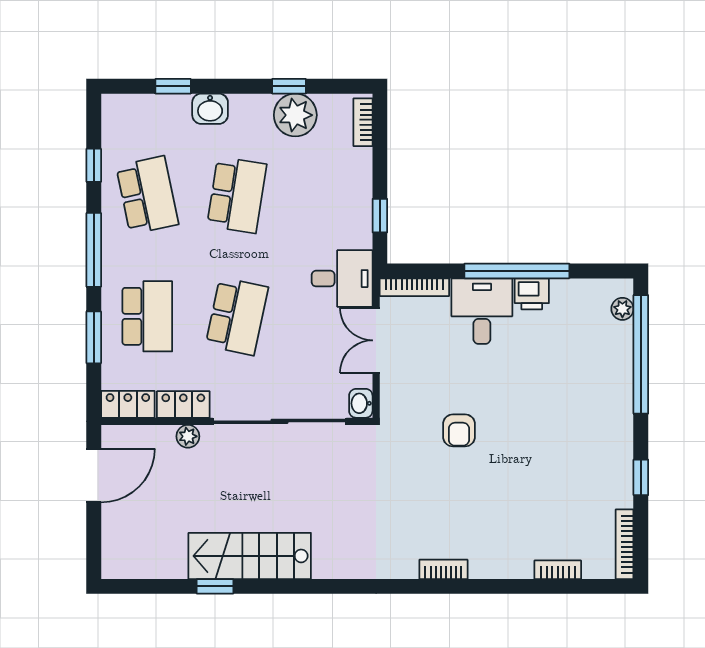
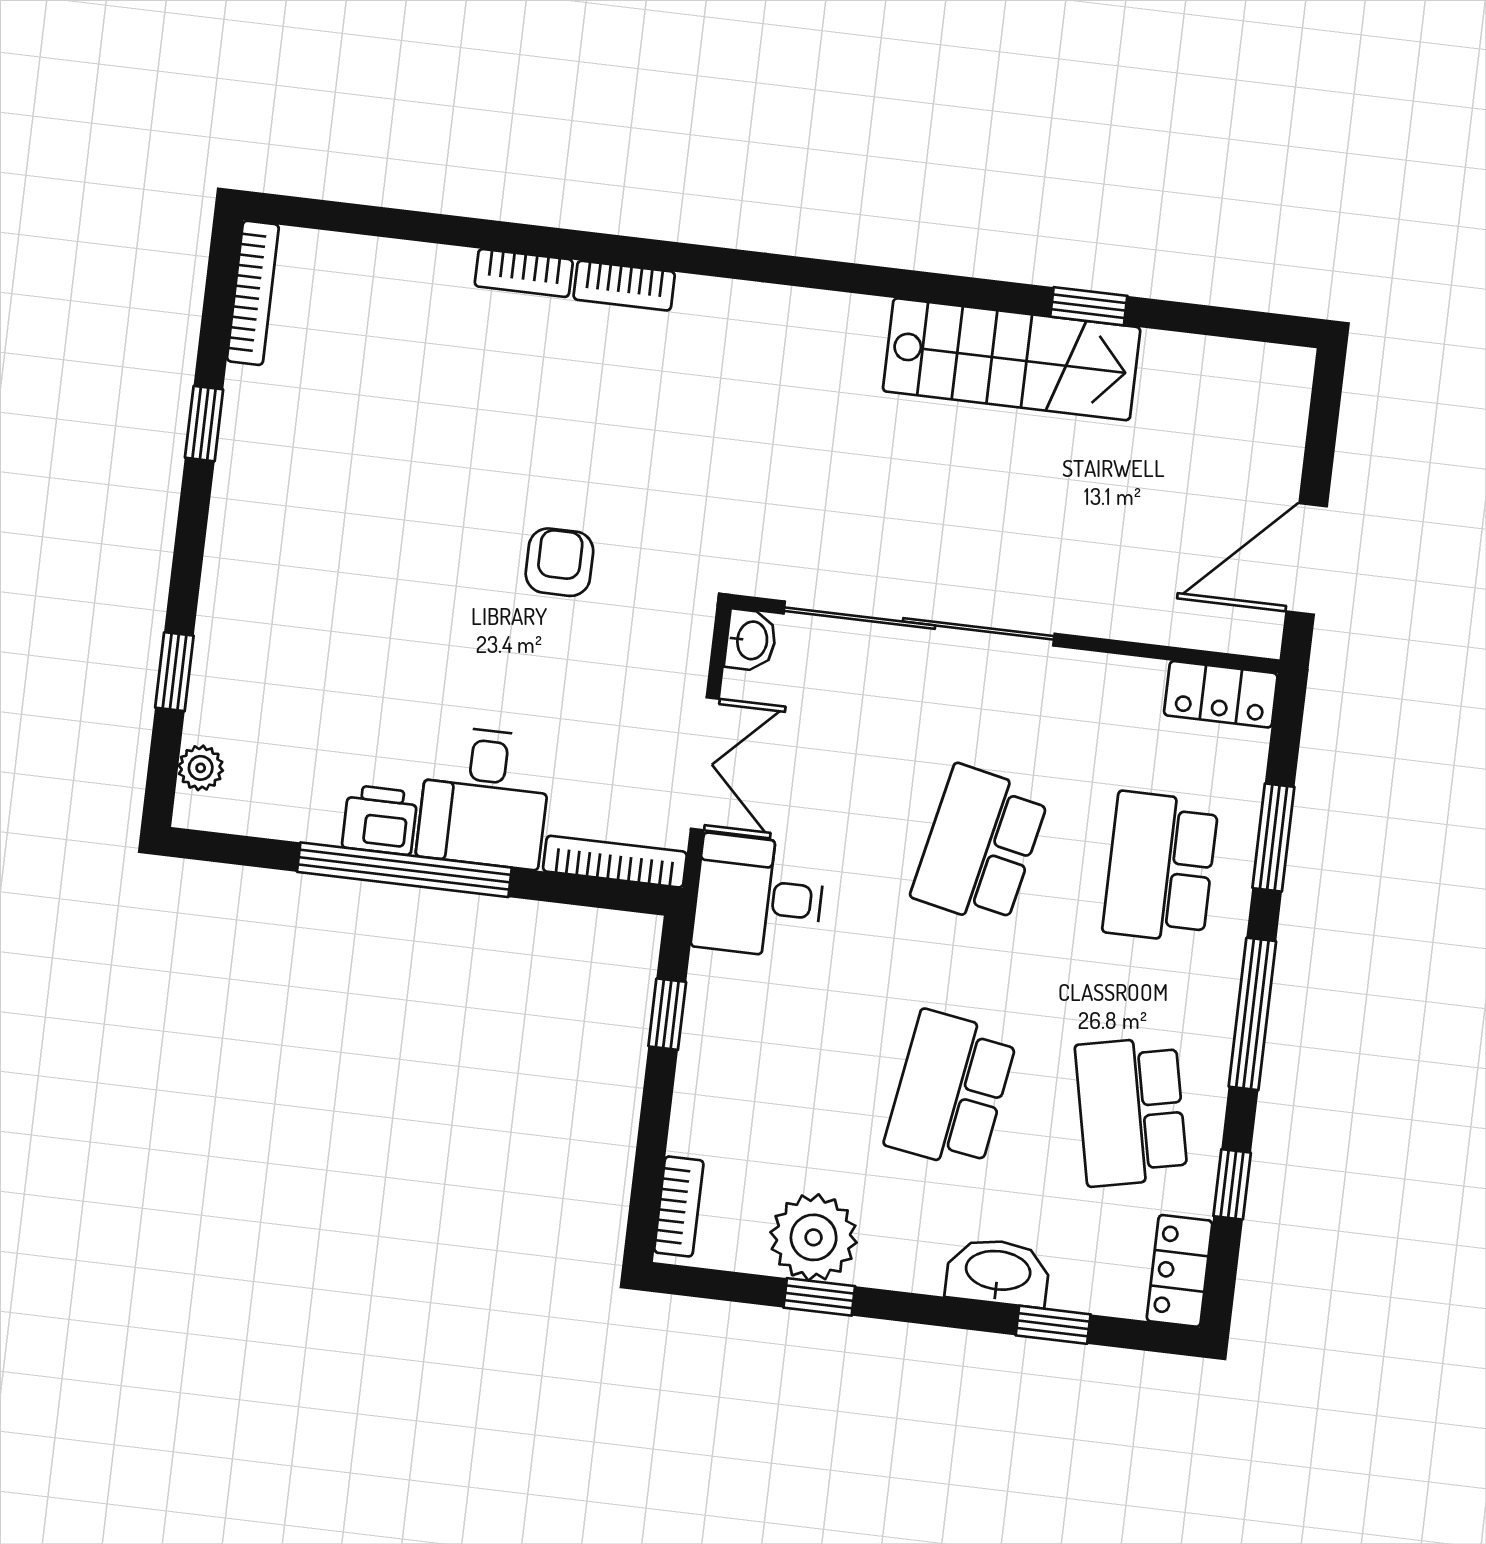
washbasin: (210, 109) -> (998, 1272), width x1.38
window: (641, 354) -> (174, 672), width x0.32
locker: (183, 404) -> (1179, 1271), moved, turned 90
plant: (188, 436) -> (1107, 615), removed
bookcase: (558, 570) -> (524, 273), moved

